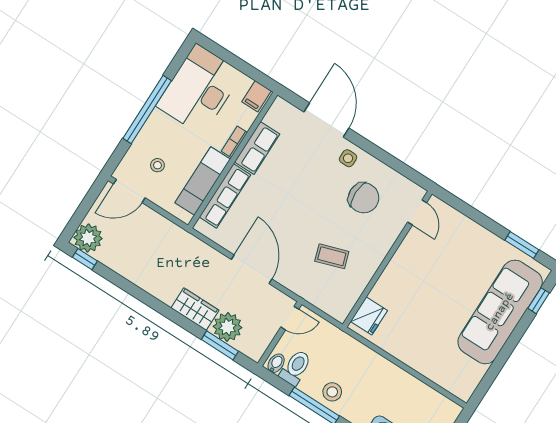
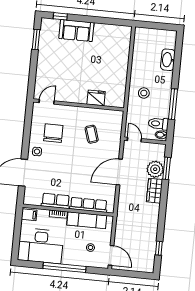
plant: (88, 238) -> (146, 264), removed
window: (85, 259) -> (159, 248), moved
sofa: (500, 312) -> (76, 31), width x0.54, depth x0.79
fridge: (369, 316) -> (96, 98), moved
stool: (332, 392) -> (144, 93), moved

